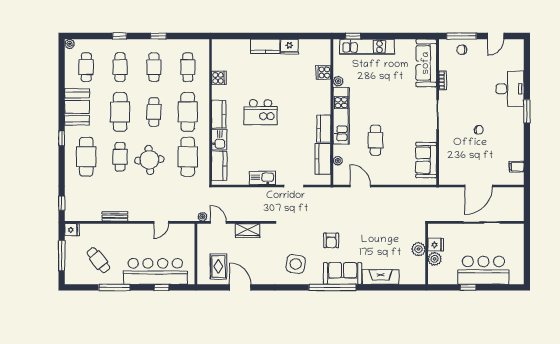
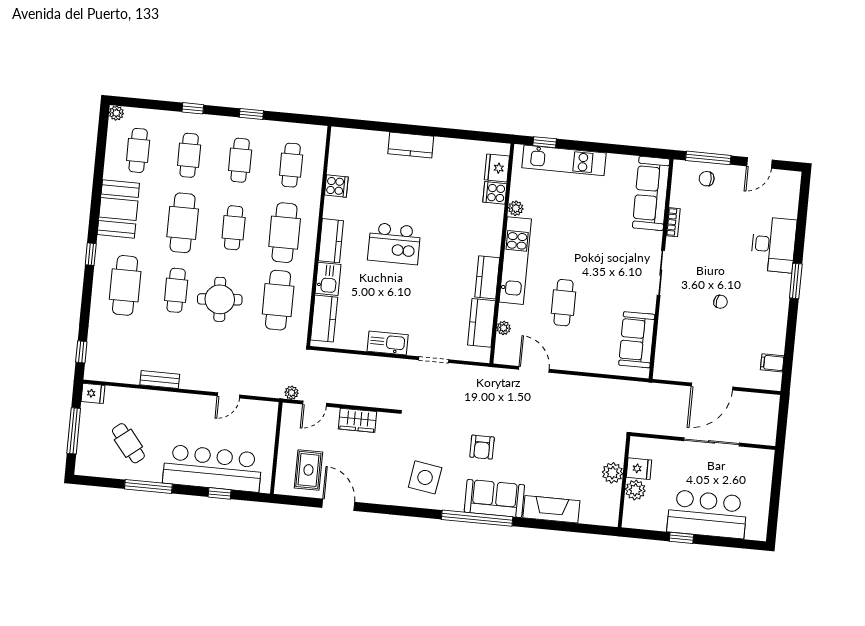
fridge: (289, 47) -> (497, 168), moved, turned 90
door: (218, 222) -> (315, 404), swing flipped

